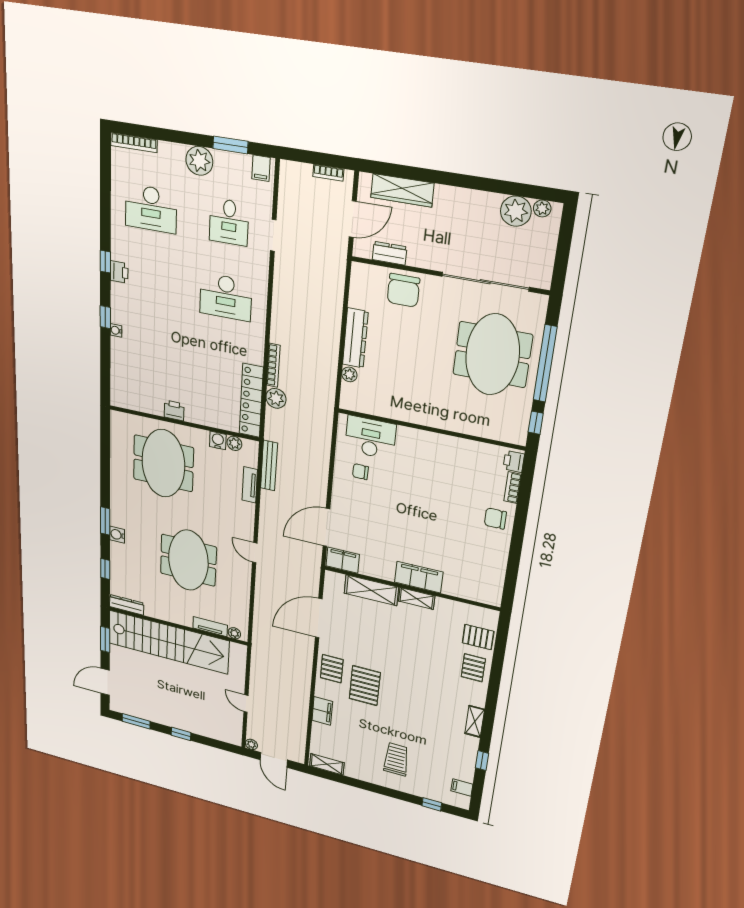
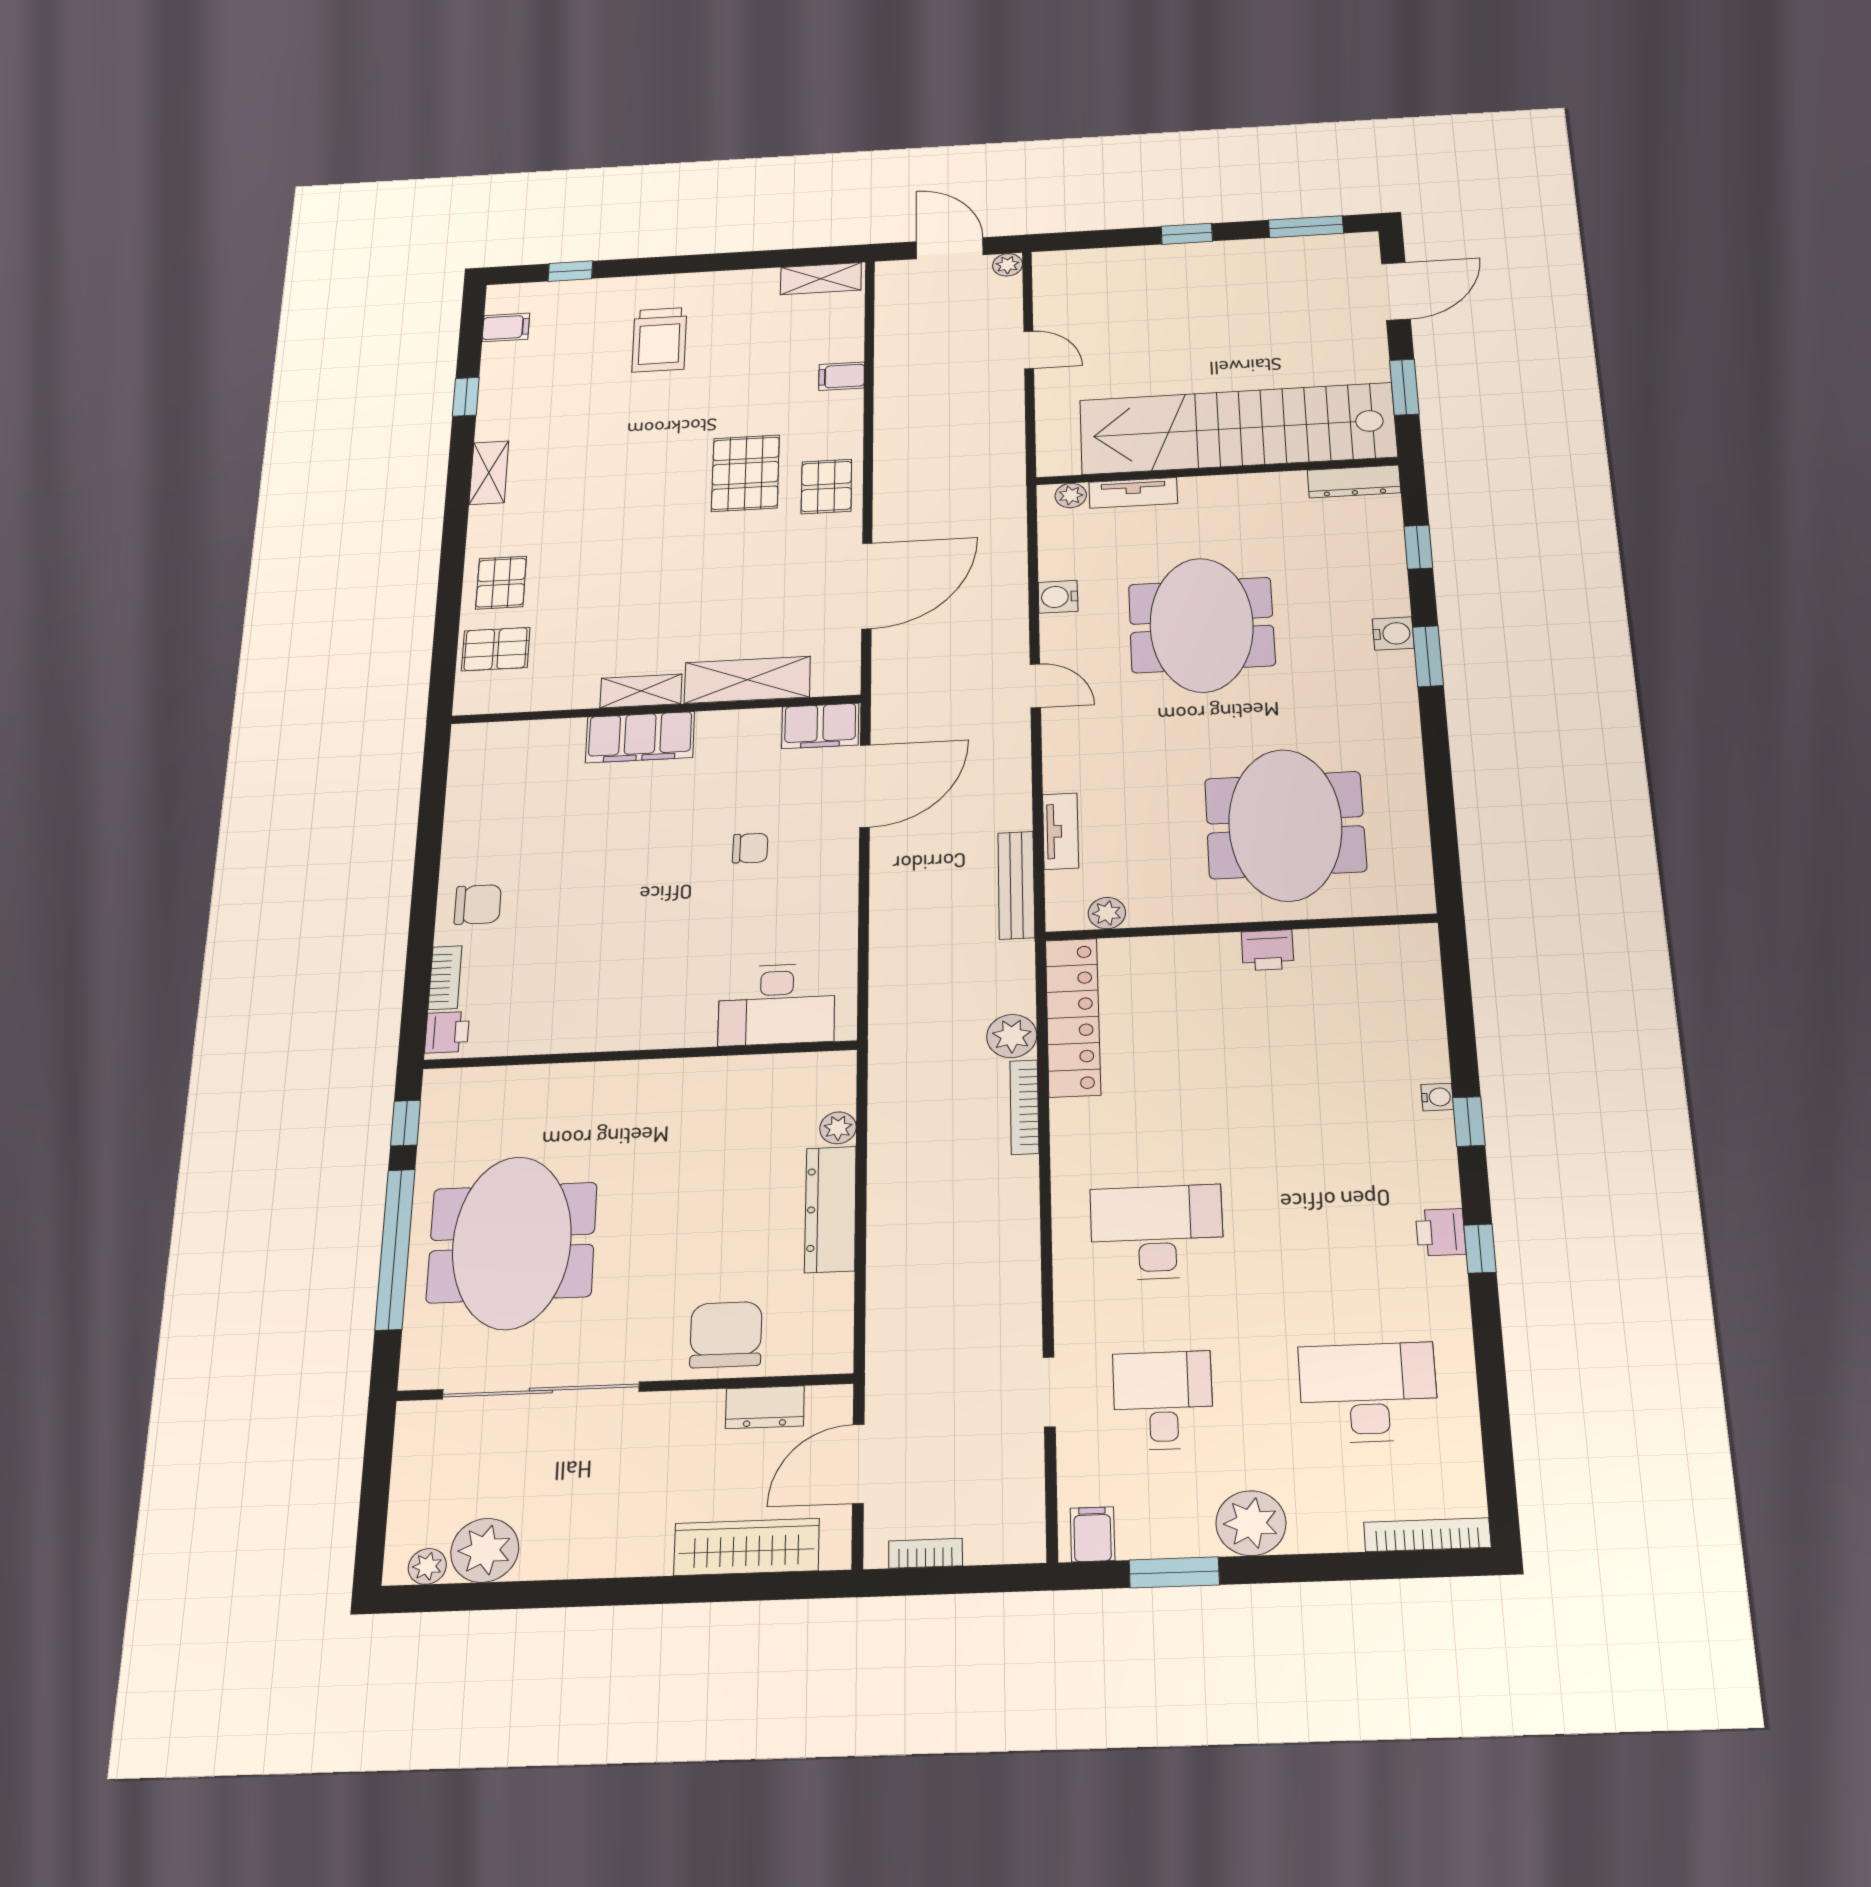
water cooler: (218, 440) -> (1058, 597), moved, turned 90
chair: (360, 472) -> (750, 848), moved
filing cabinet: (322, 711) -> (842, 376), width x0.50

